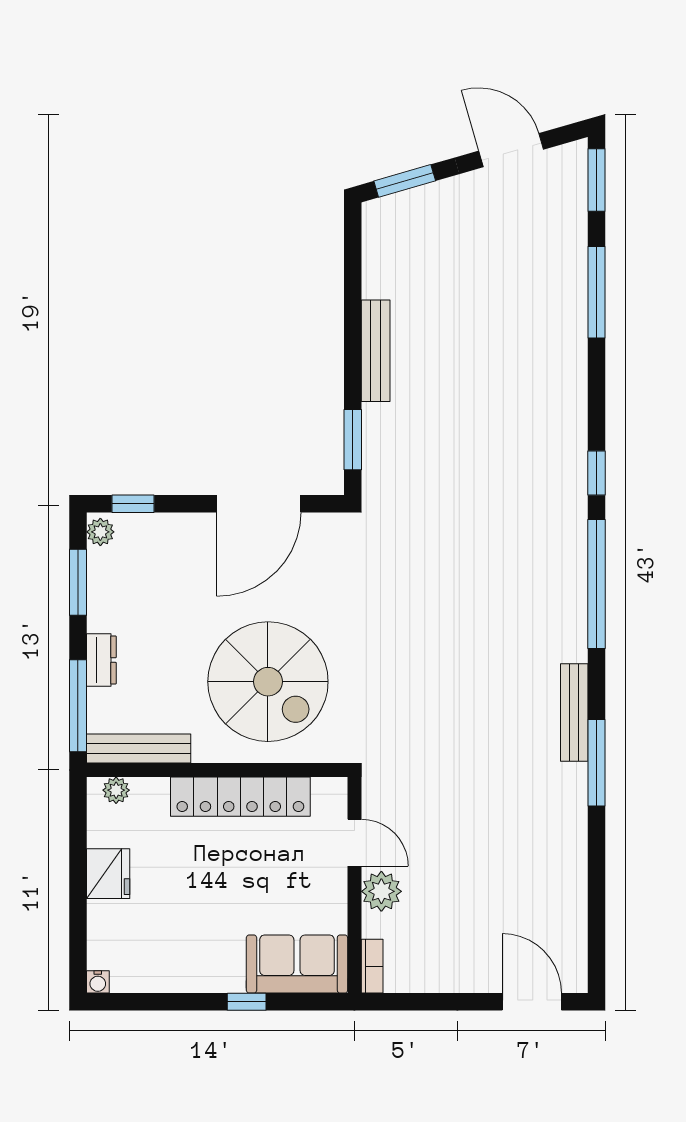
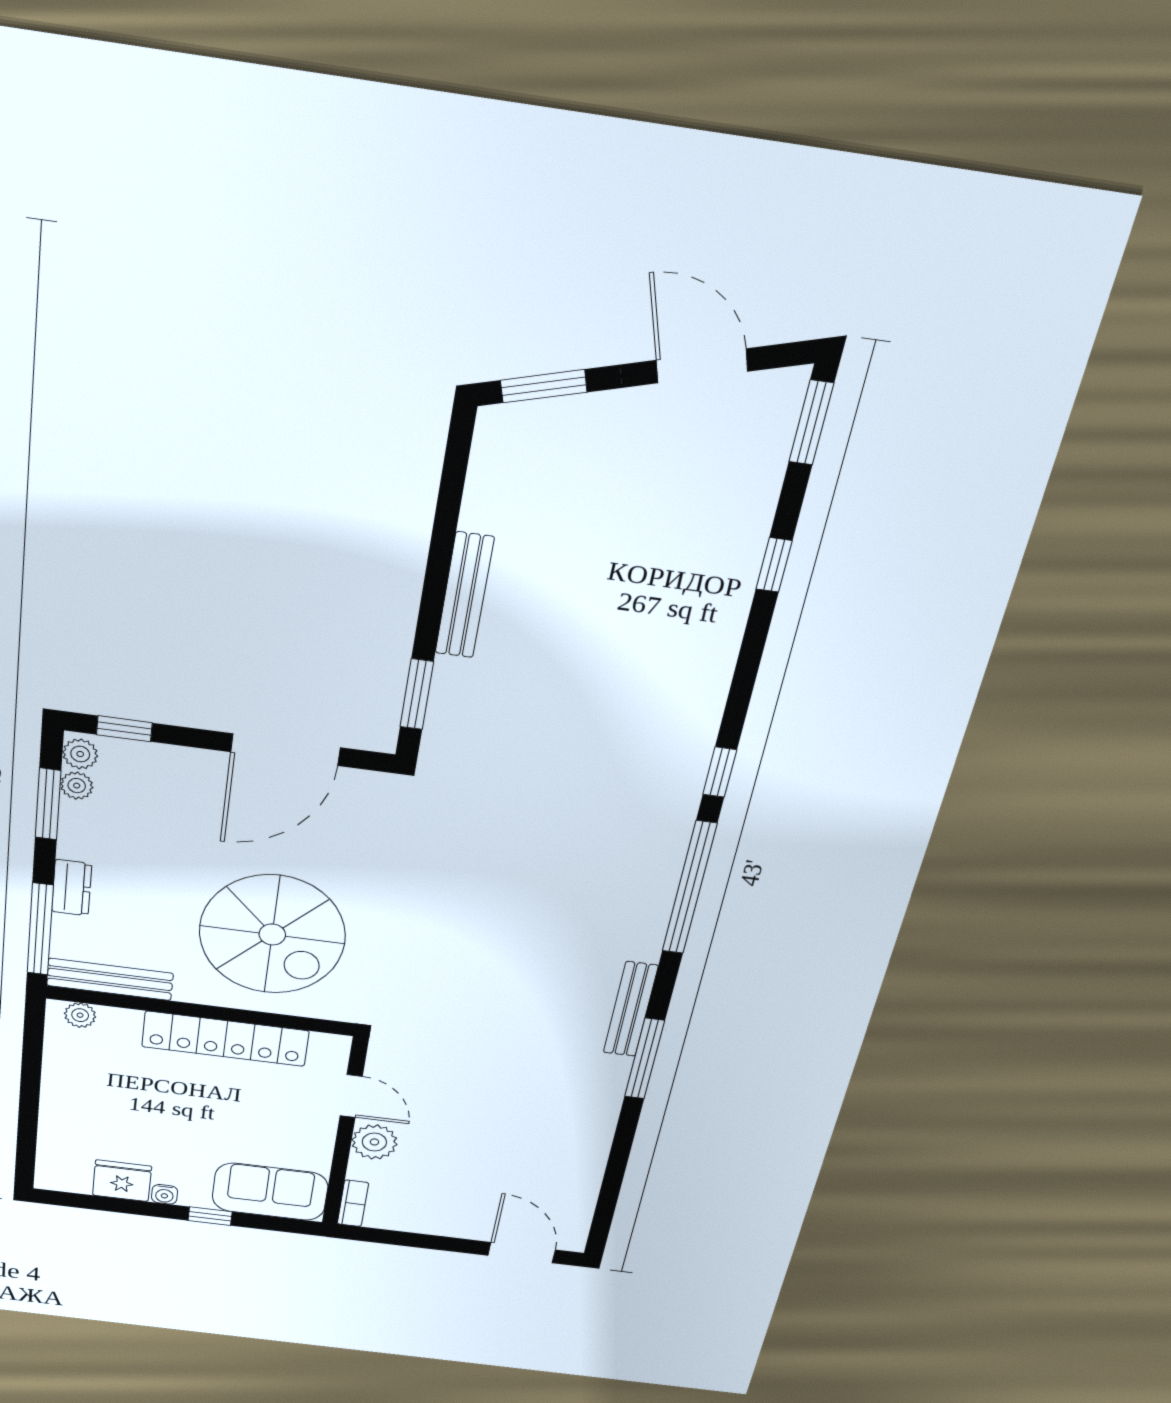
window: (597, 292) -> (774, 565), width x0.46
plant: (99, 561) -> (77, 786), added
fridge: (108, 874) -> (122, 1181), moved, turned -90
water cooler: (98, 982) -> (165, 1194), moved

